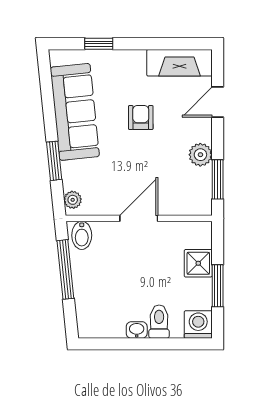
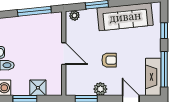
window: (166, 44) -> (164, 69), added
armchair: (141, 117) -> (109, 60), moved
bidet: (82, 235) -> (54, 21), removed

